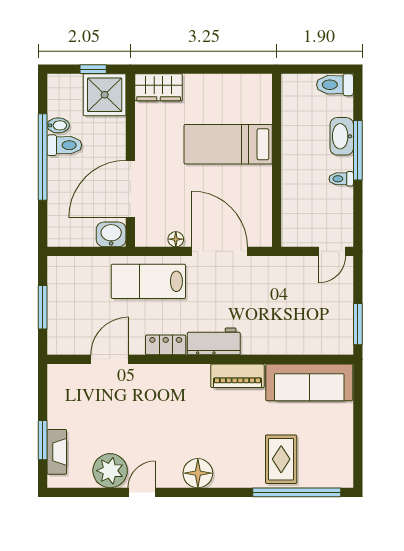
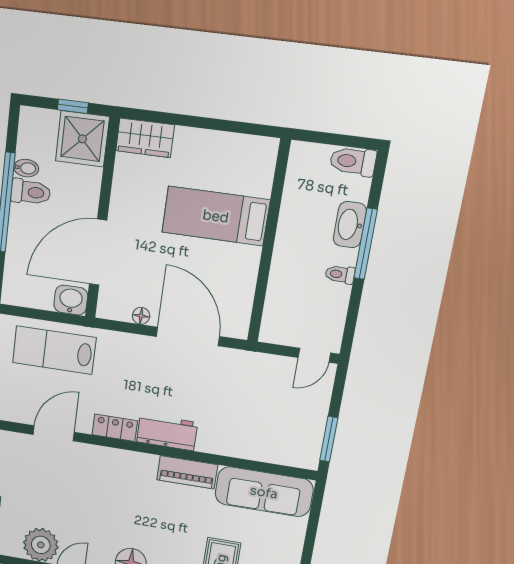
lab bench: (148, 281) -> (54, 350), moved

